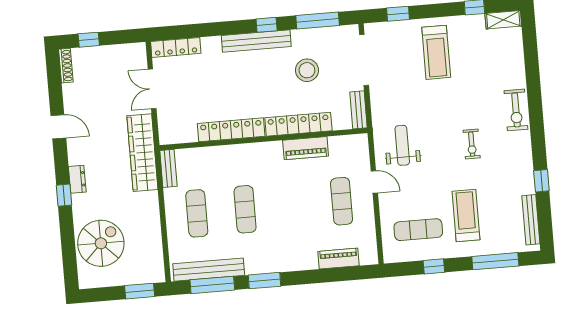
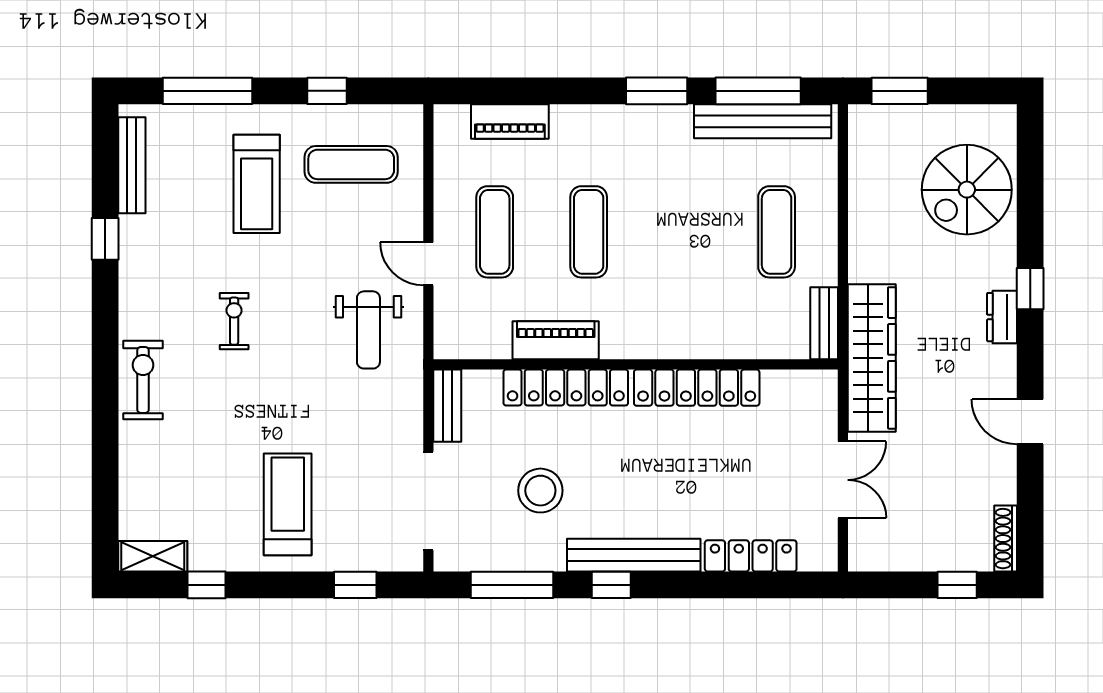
locker: (176, 47) -> (751, 556), moved
exercise mat: (245, 209) -> (589, 232), moved

